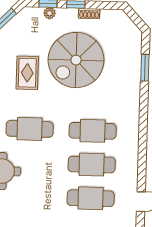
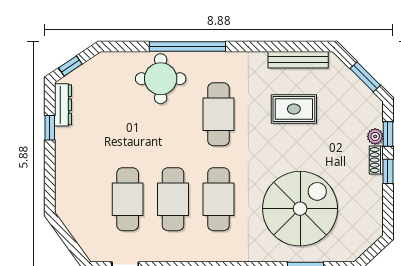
shoe rack: (89, 14) -> (376, 160), moved
spiral stairs: (76, 60) -> (300, 209), moved, turned 90

